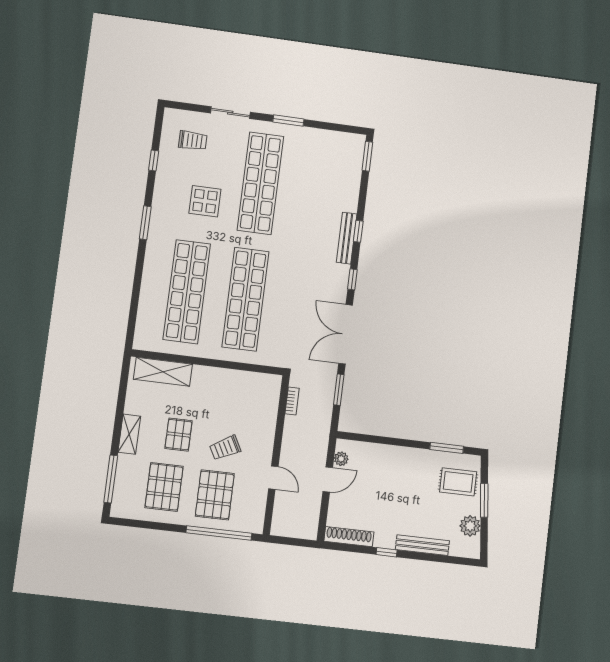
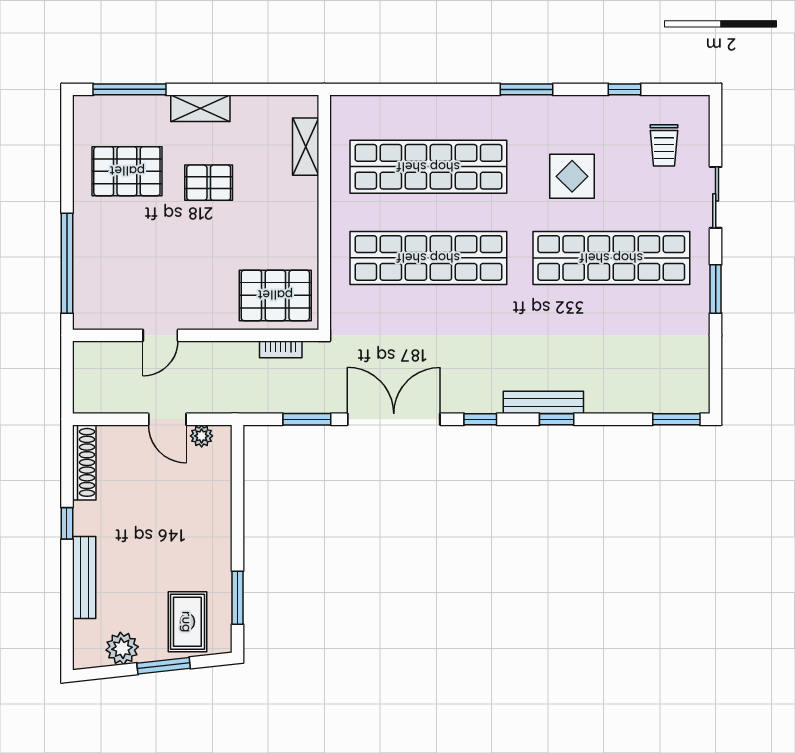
shelving: (163, 372) -> (306, 147), width x0.67, depth x0.75
trolley: (225, 448) -> (197, 256), removed
pallet: (215, 495) -> (275, 295), moved

